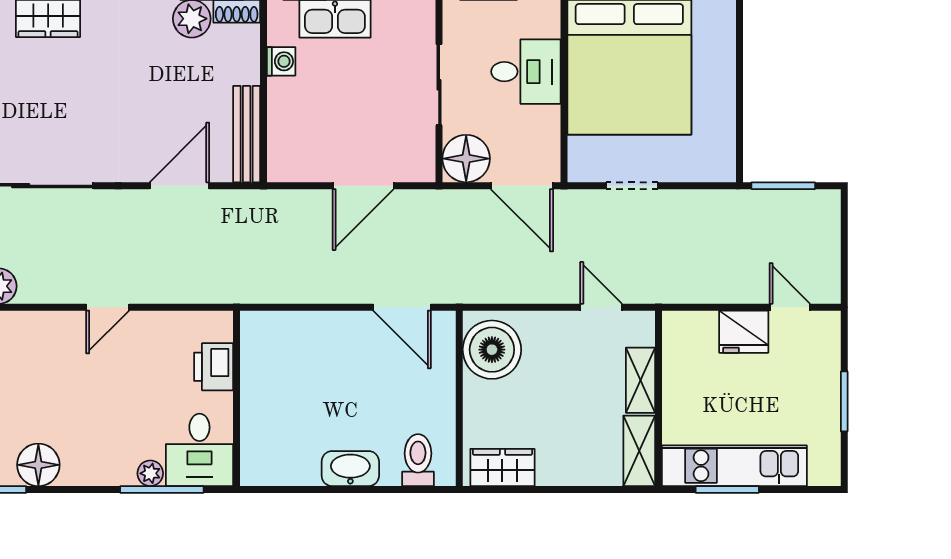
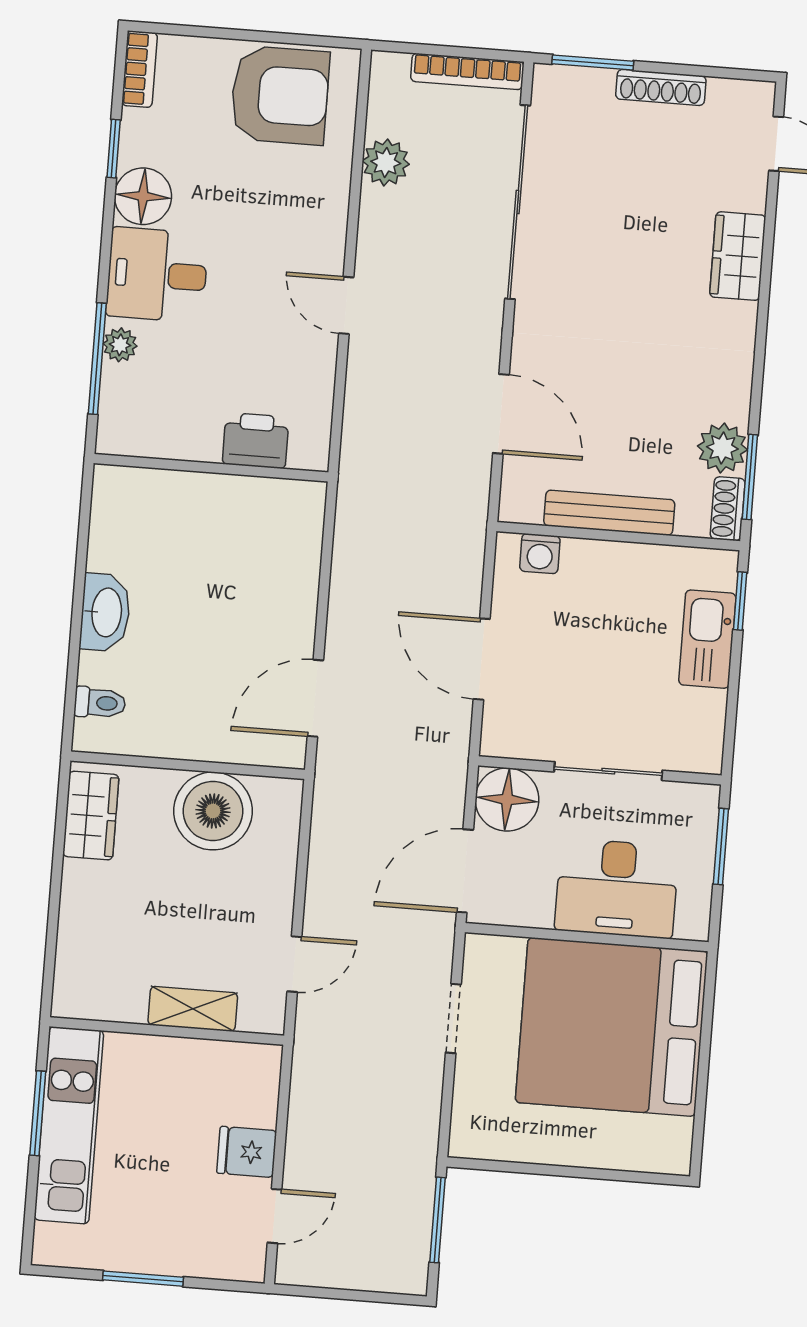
washing machine: (281, 61) -> (540, 554), moved
desk: (526, 72) -> (617, 888), width x1.37
bench: (247, 134) -> (609, 513), moved
fridge: (744, 332) -> (247, 1152), width x0.72
boiler: (492, 350) -> (213, 811), moved
desk: (199, 450) -> (157, 275), moved
shelving: (639, 451) -> (99, 1000), removed
toilet: (418, 460) -> (100, 703), width x0.73, depth x0.72

